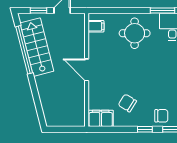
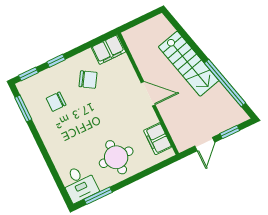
filing cabinet: (96, 26) -> (158, 139), width x2.00
stairs: (37, 47) -> (189, 64), moved
chair: (161, 116) -> (56, 102), moved

